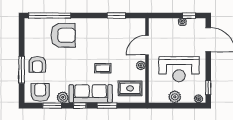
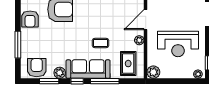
armchair: (37, 64) -> (30, 19), moved
rug: (130, 88) -> (128, 64), turned 90
plant: (175, 97) -> (153, 72), moved
window: (107, 106) -> (105, 81), width x1.44

